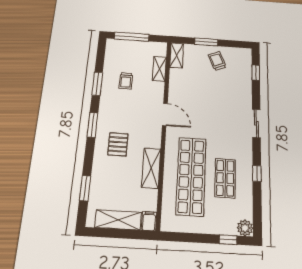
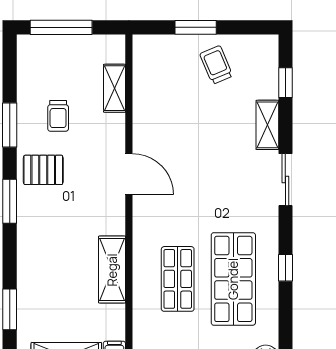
shelving: (177, 55) -> (267, 125), moved
pallet: (118, 144) -> (43, 170), moved, turned 90
shop shelf: (191, 176) -> (178, 279), width x0.50, depth x0.74
shop shelf: (225, 178) -> (233, 279), width x1.43, depth x1.36

